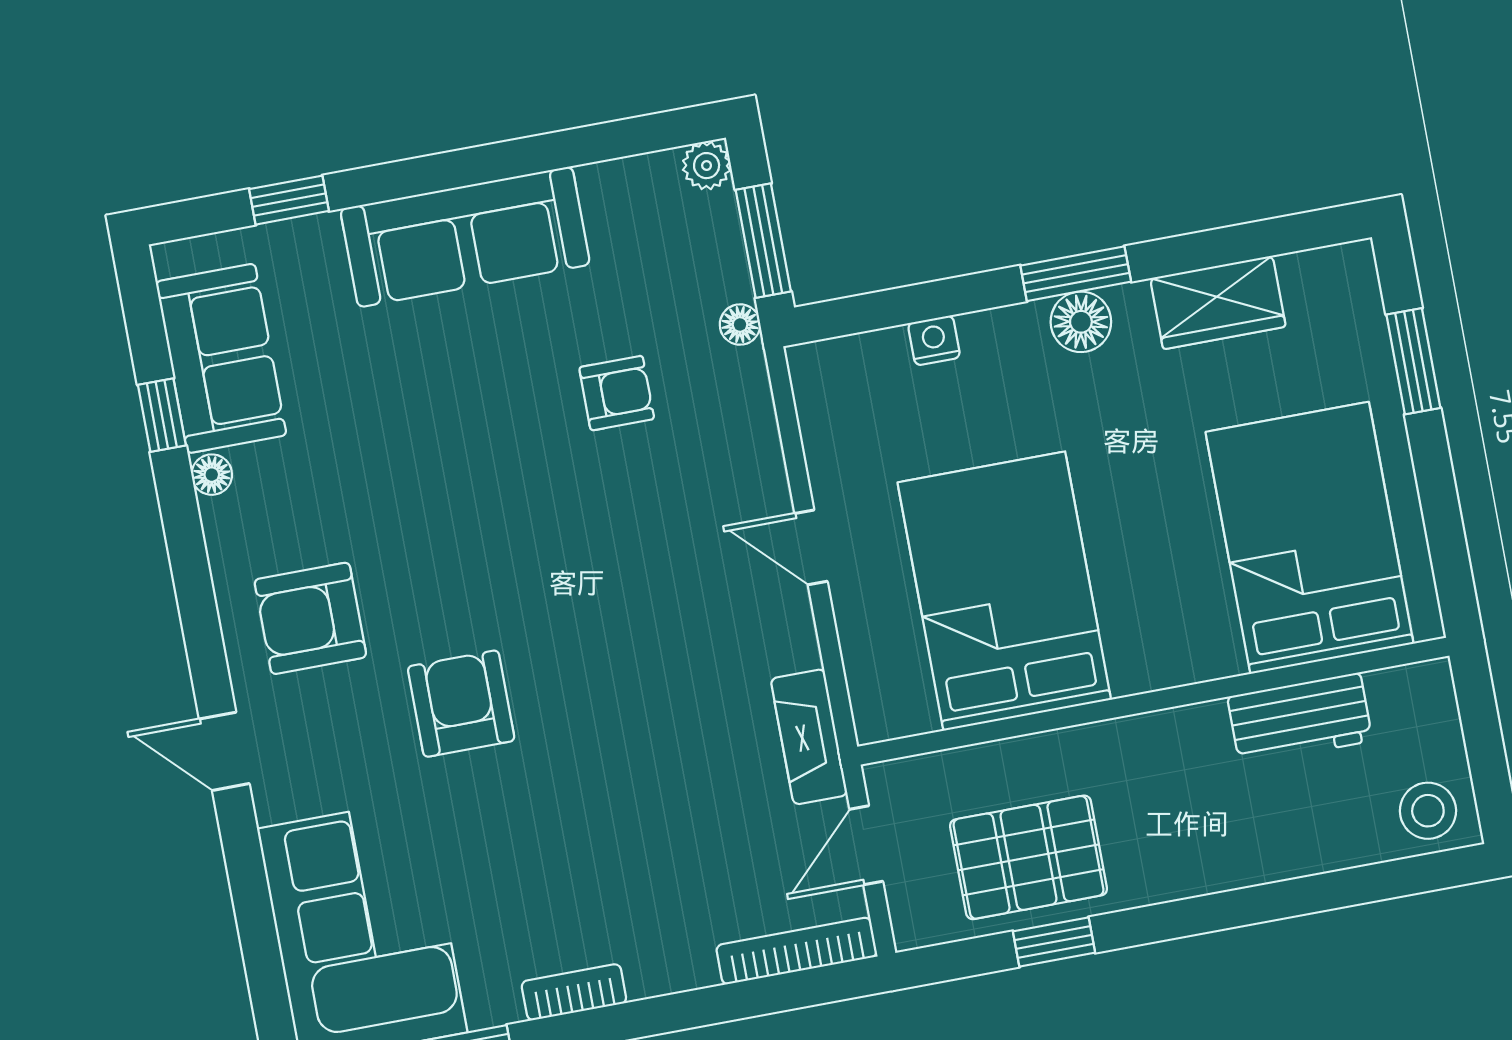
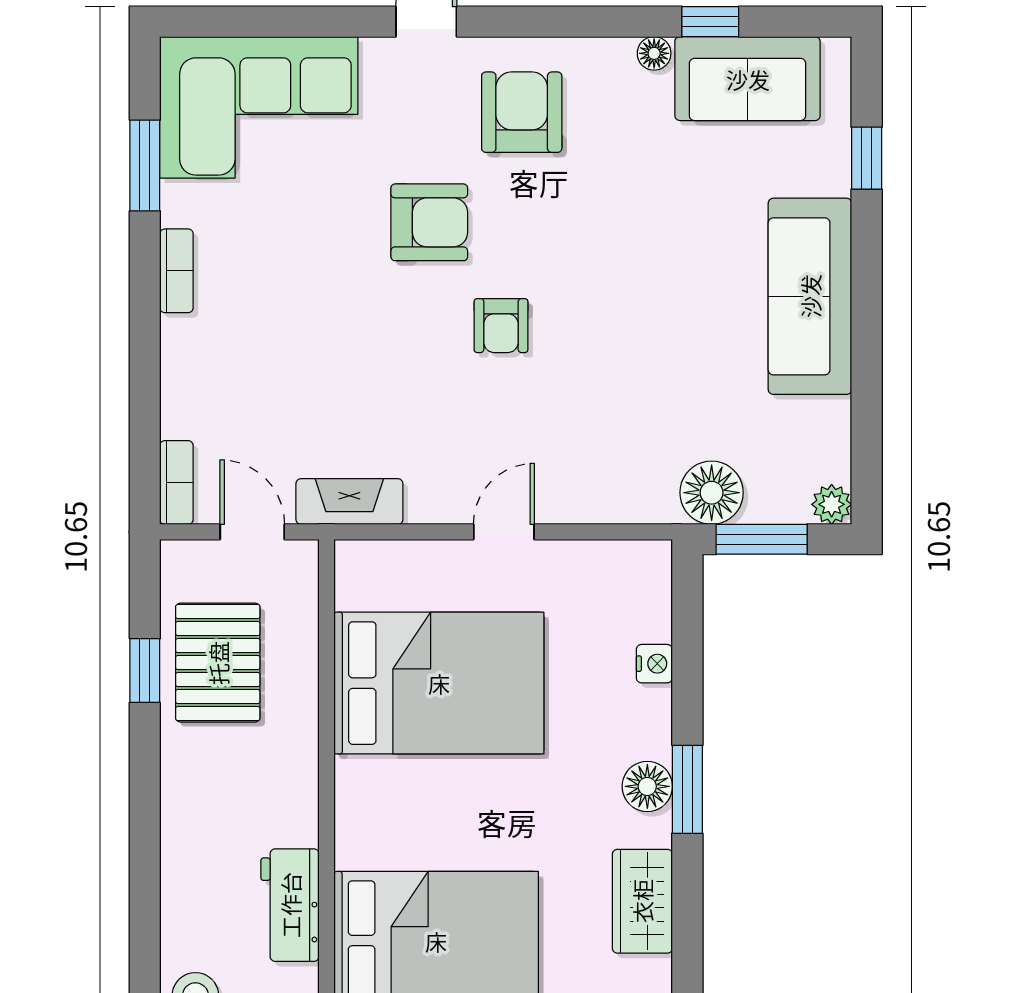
floor lamp: (740, 325) -> (712, 493), width x1.89, depth x1.89
armchair: (617, 393) -> (501, 326), moved
bookcase: (797, 951) -> (176, 483), width x0.64

